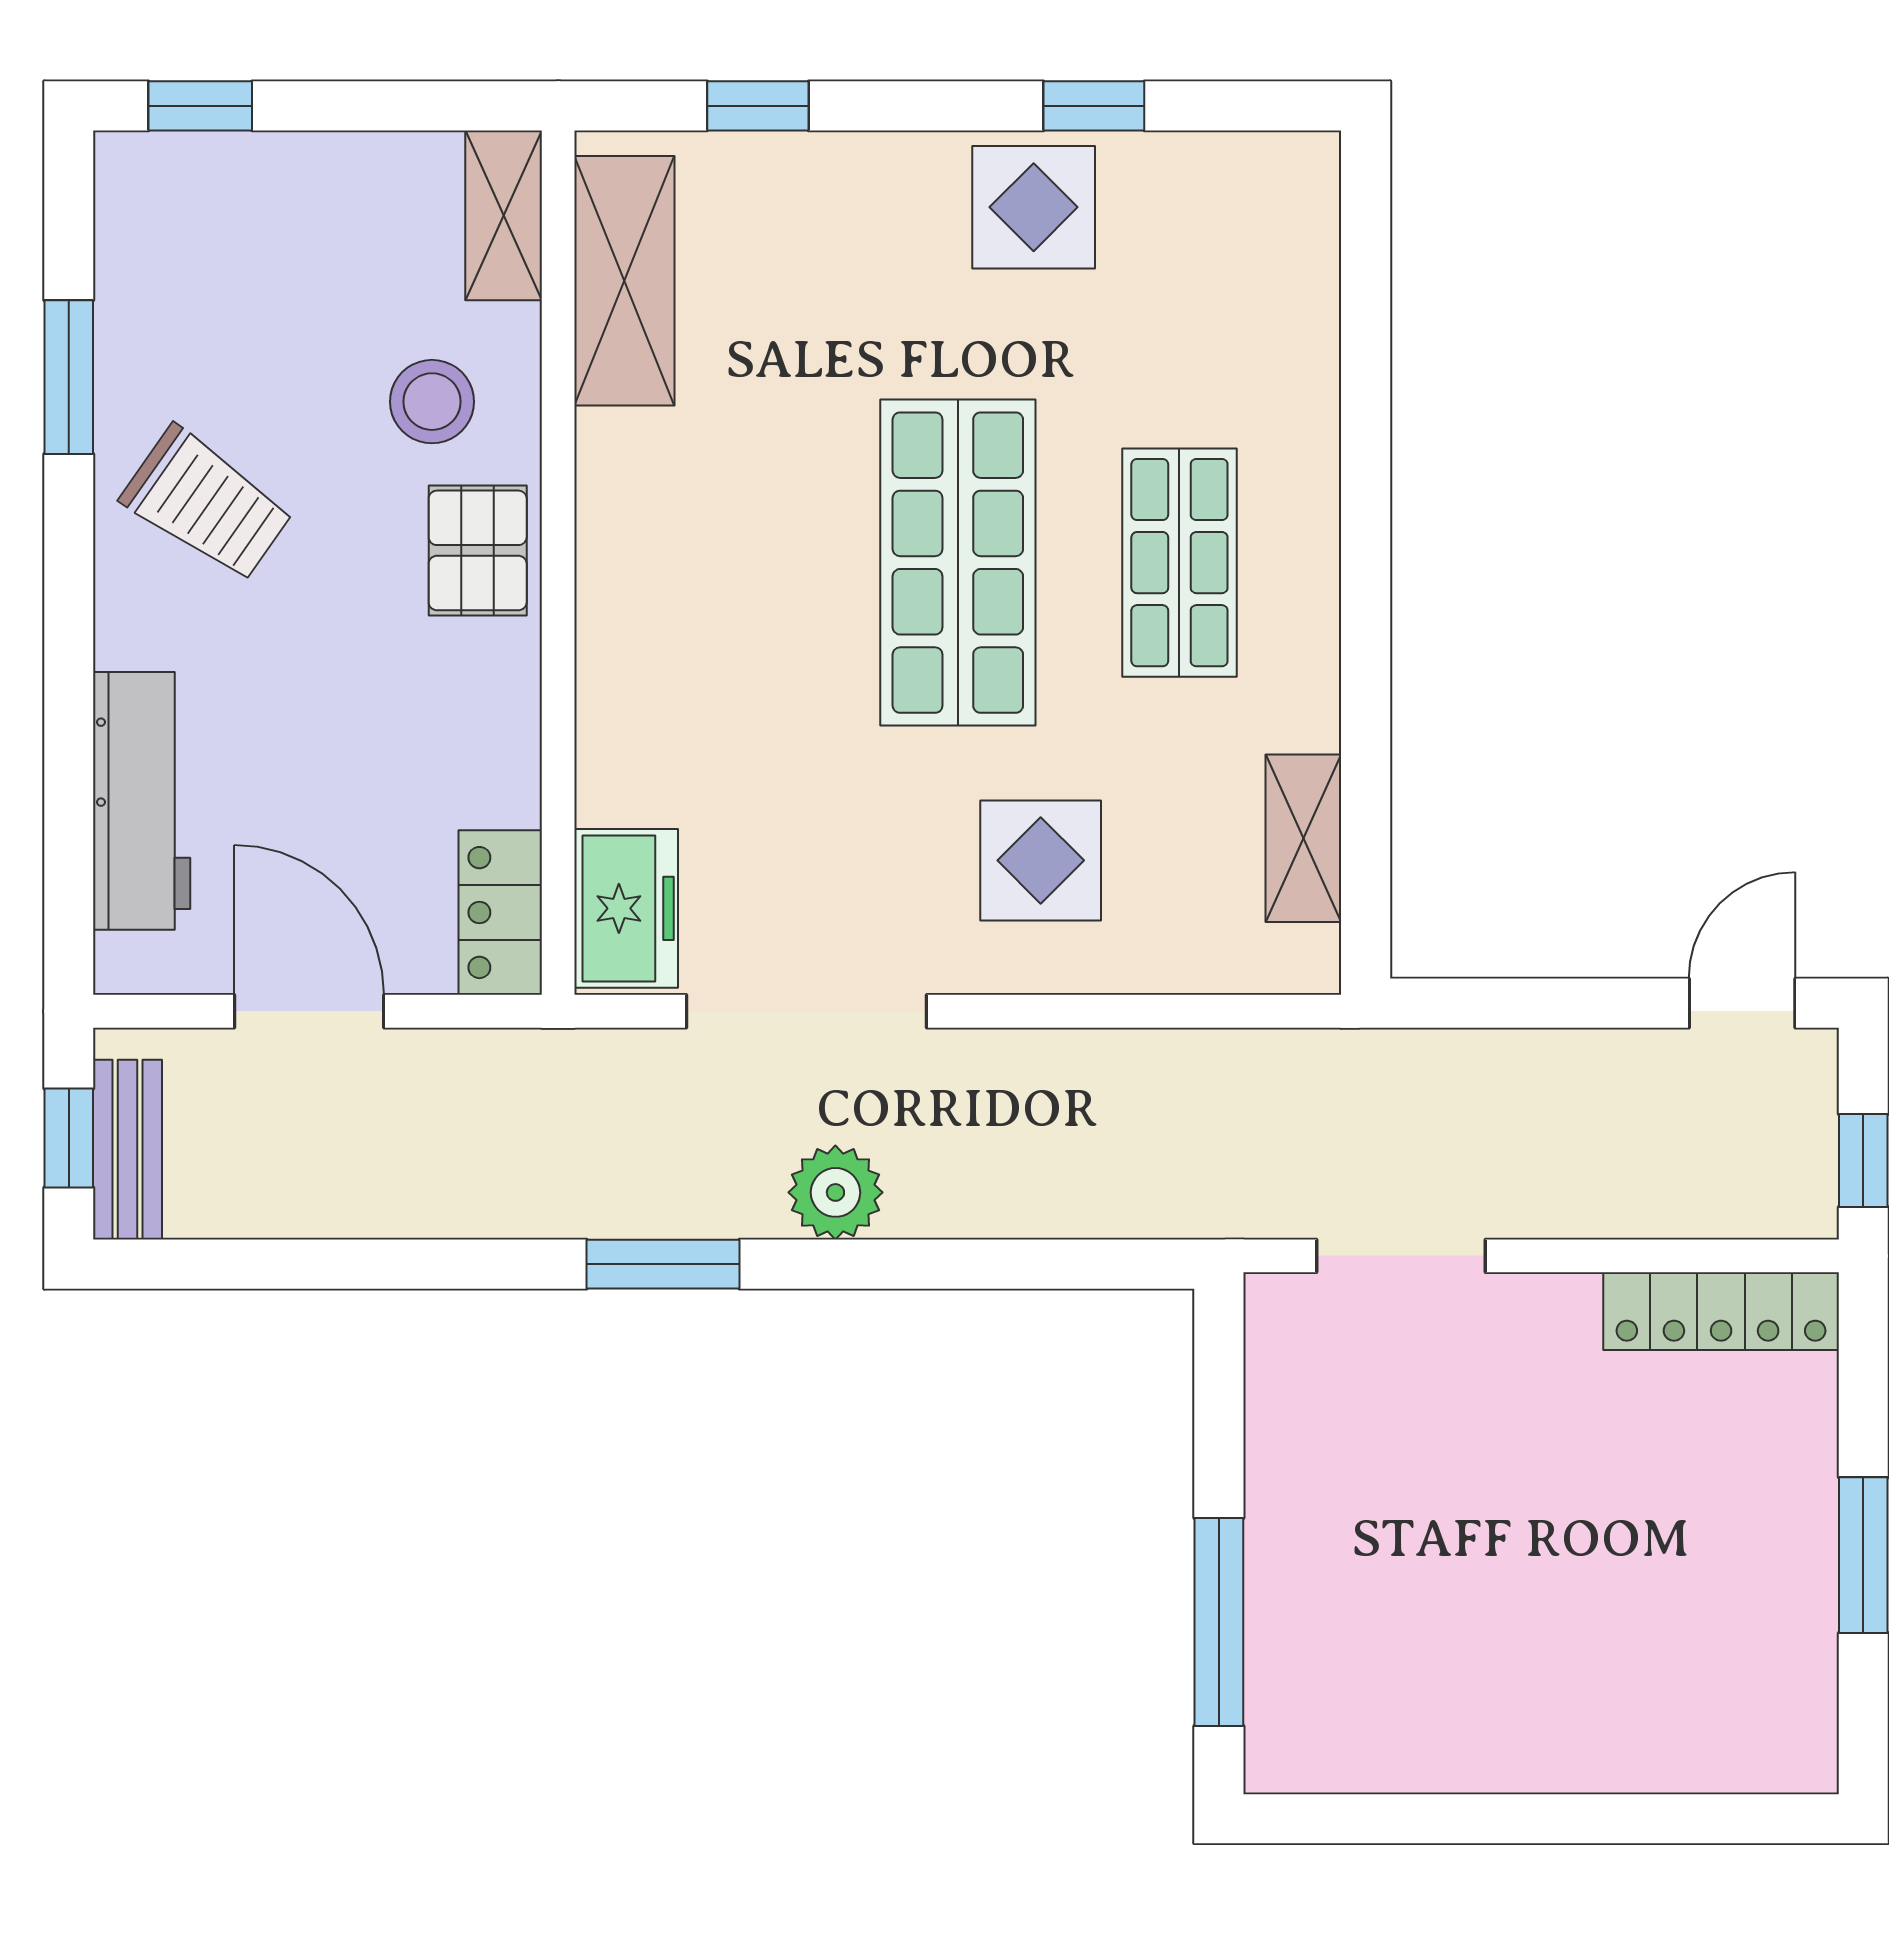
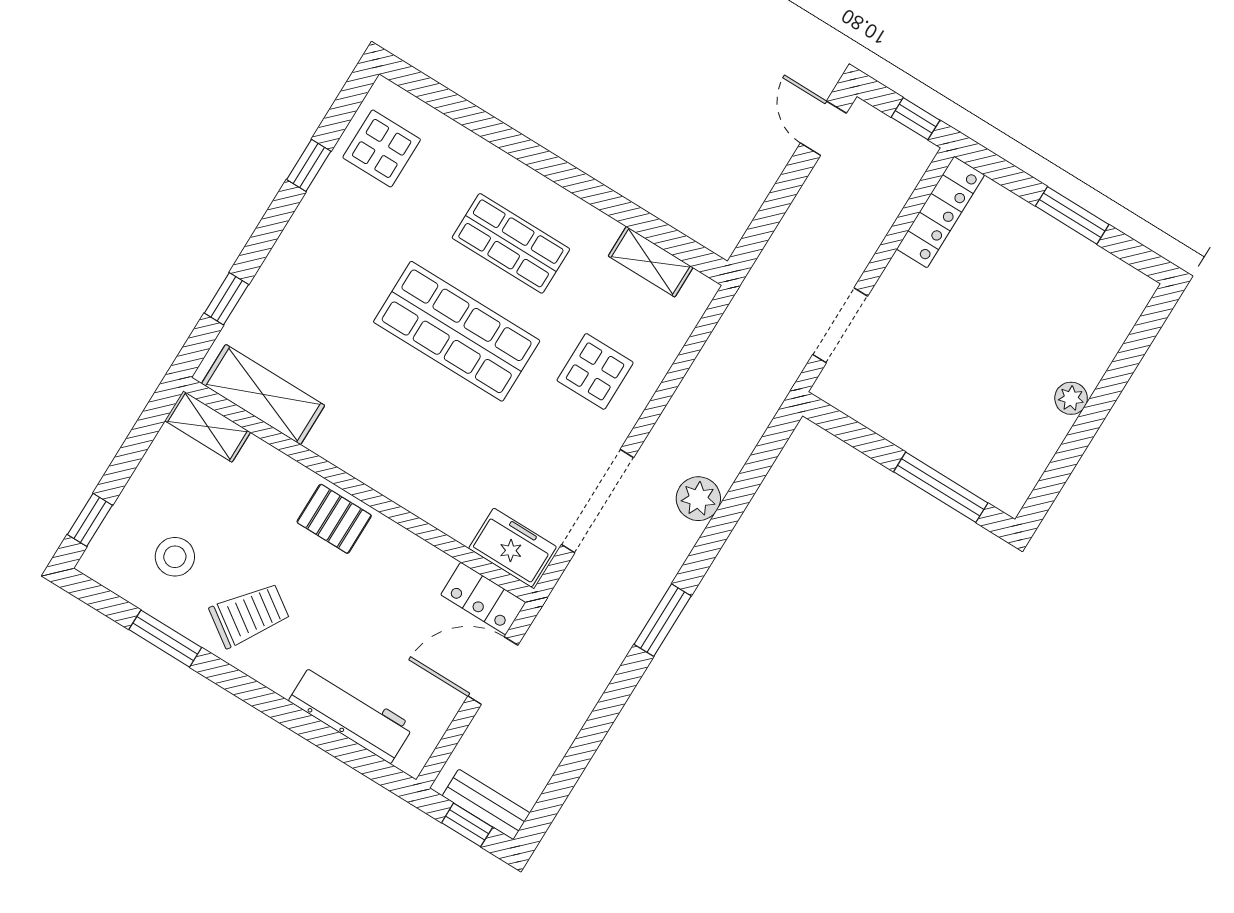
display table: (1034, 207) -> (382, 148), moved
stool: (432, 402) -> (175, 557), moved
door: (309, 1011) -> (493, 671), moved
plant: (835, 1192) -> (698, 499), moved
plant: (1528, 1759) -> (1071, 398), added

